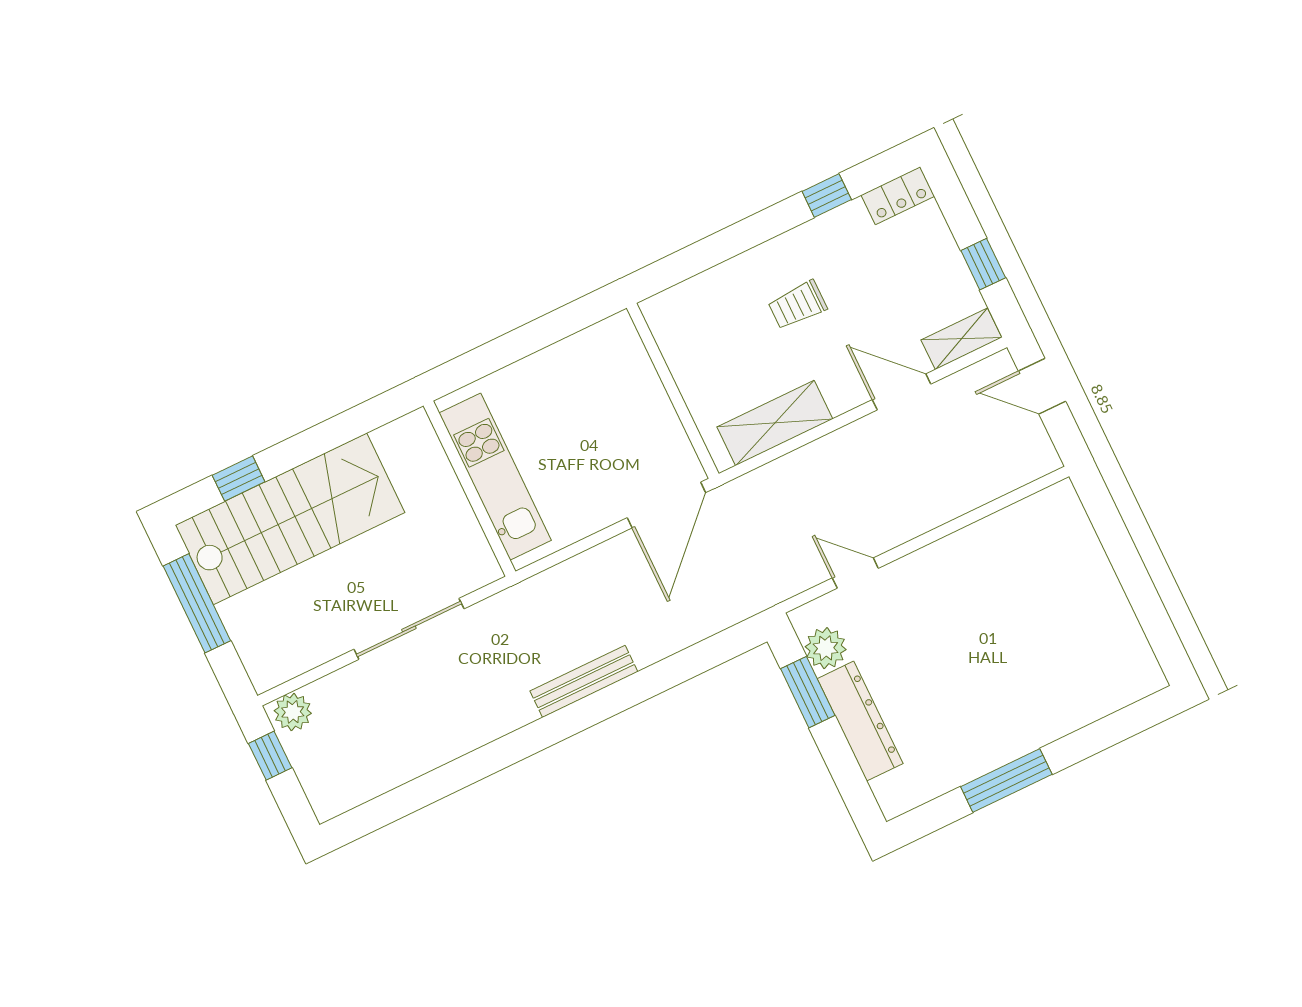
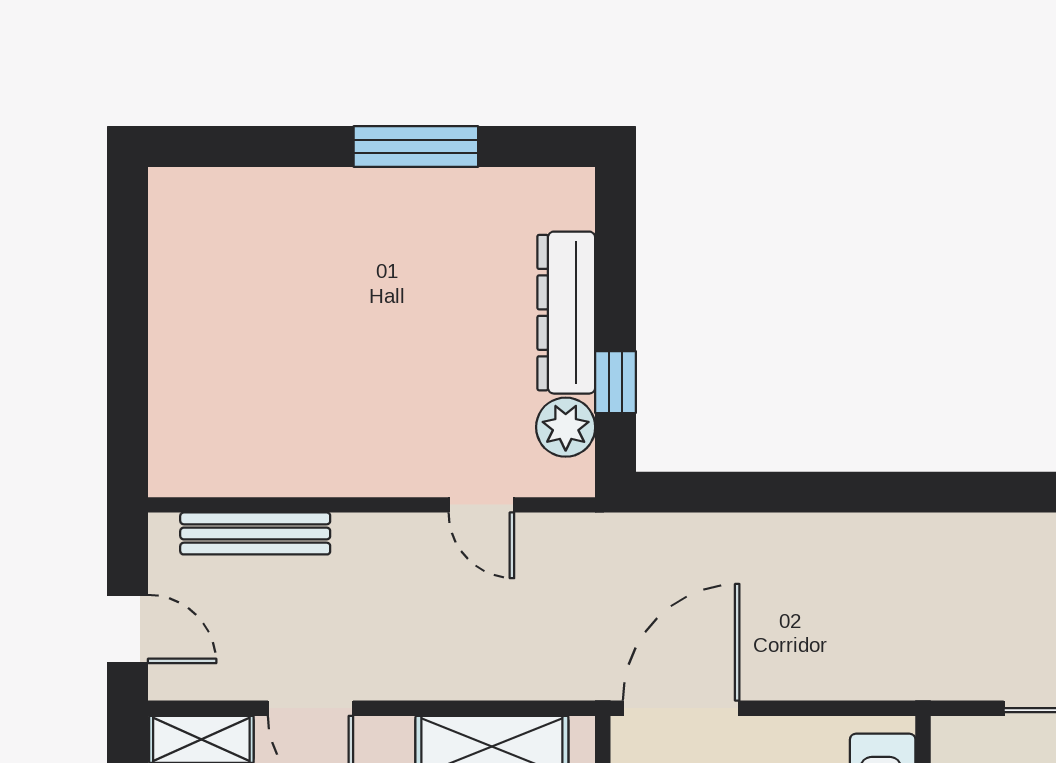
bench: (584, 681) -> (255, 533), moved
window: (808, 692) -> (616, 382), width x0.67

